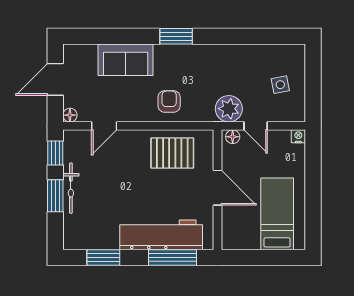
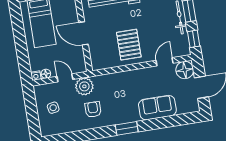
armchair: (169, 101) -> (93, 109), moved, turned 180
floor lamp: (70, 115) -> (185, 70), width x1.89, depth x1.89
floor lamp: (233, 137) -> (46, 74), moved
pallet: (172, 153) -> (129, 45), moved, turned 90

